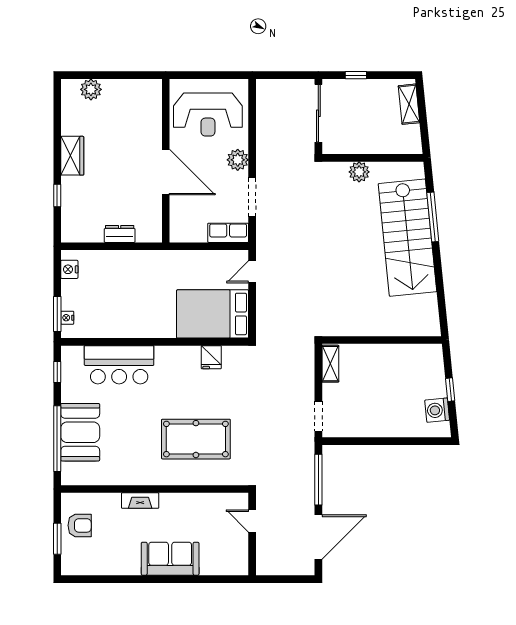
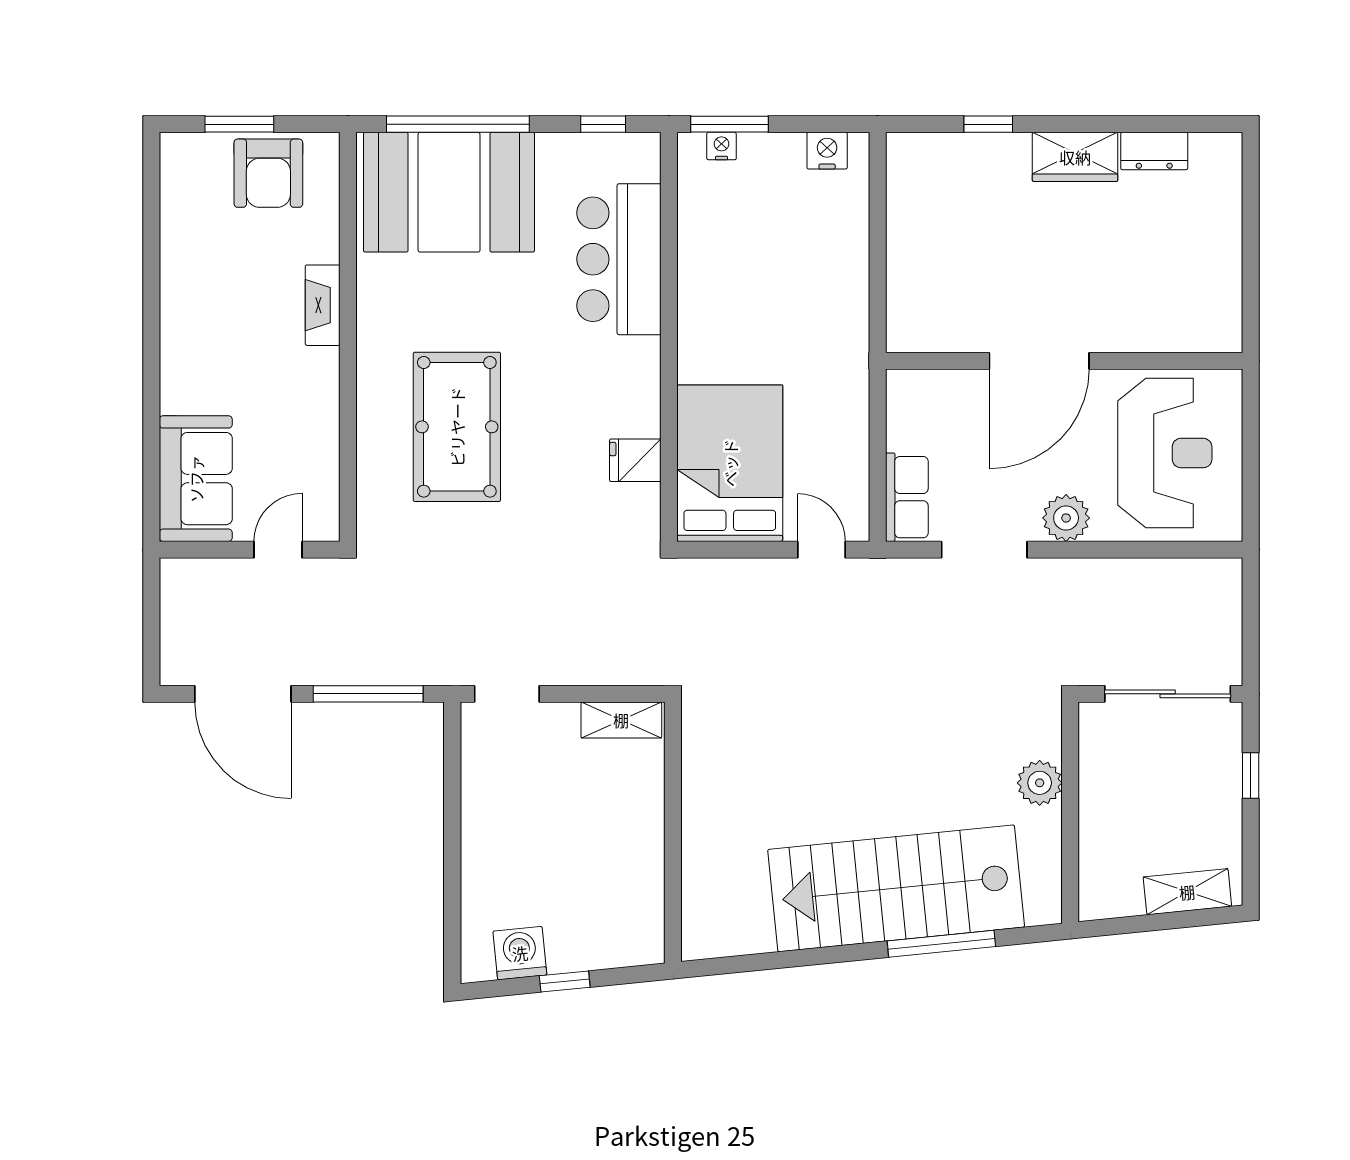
plant: (91, 89) -> (1220, 198), removed
reception desk: (208, 115) -> (1165, 453), turned 180
dresser: (120, 234) -> (1154, 151), moved, turned 90
booth: (80, 432) -> (449, 192), width x1.36, depth x1.42
armchair: (80, 525) -> (268, 173), width x1.38, depth x1.38
sofa: (170, 559) -> (196, 479), moved

